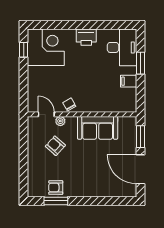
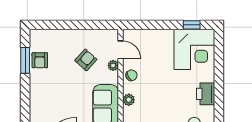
plant: (92, 107) -> (129, 100), added
door: (46, 114) -> (121, 50), hinge flipped
armchair: (56, 188) -> (40, 60), turned 180

